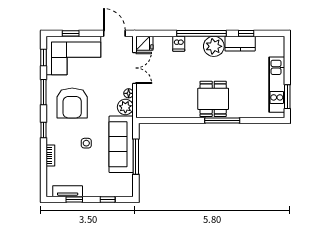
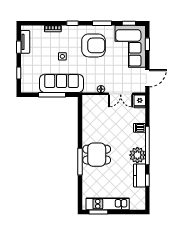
armchair: (72, 103) -> (93, 45), turned 180
plant: (125, 107) -> (90, 87), removed

